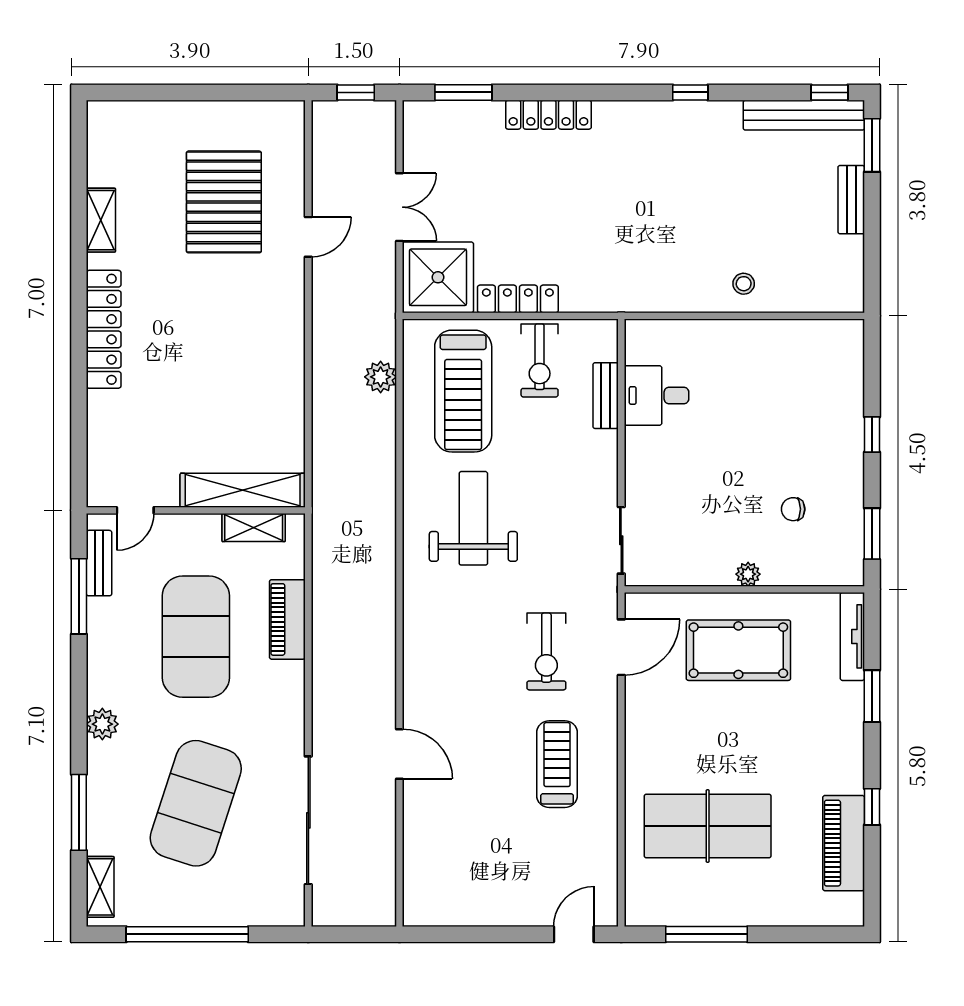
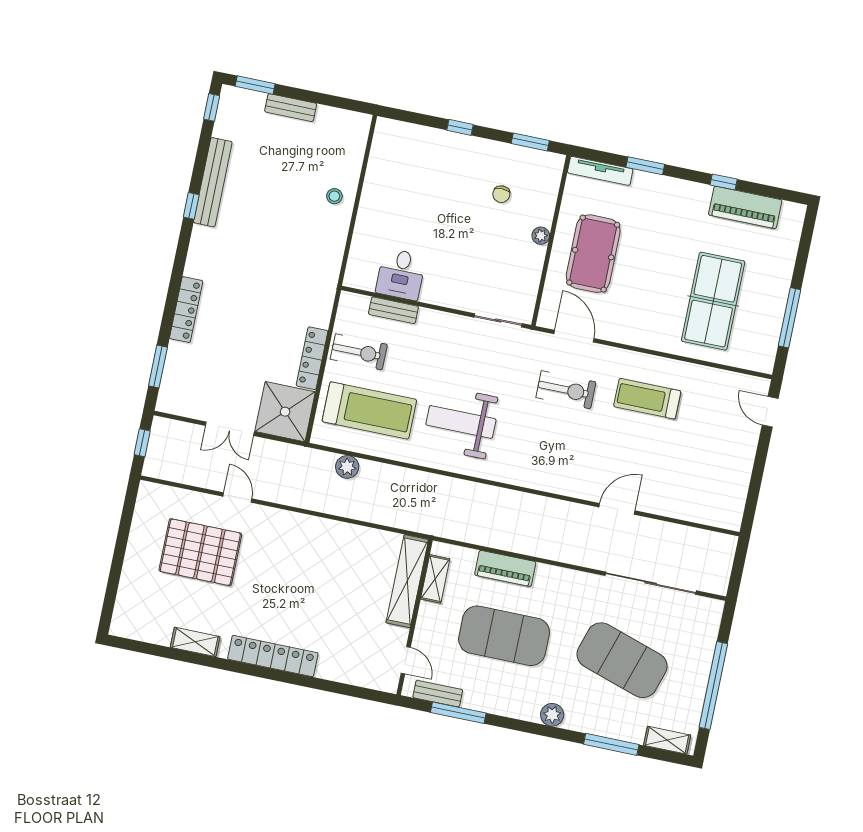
bench: (804, 115) -> (213, 182), moved
double door: (399, 207) -> (230, 429), swing flipped

